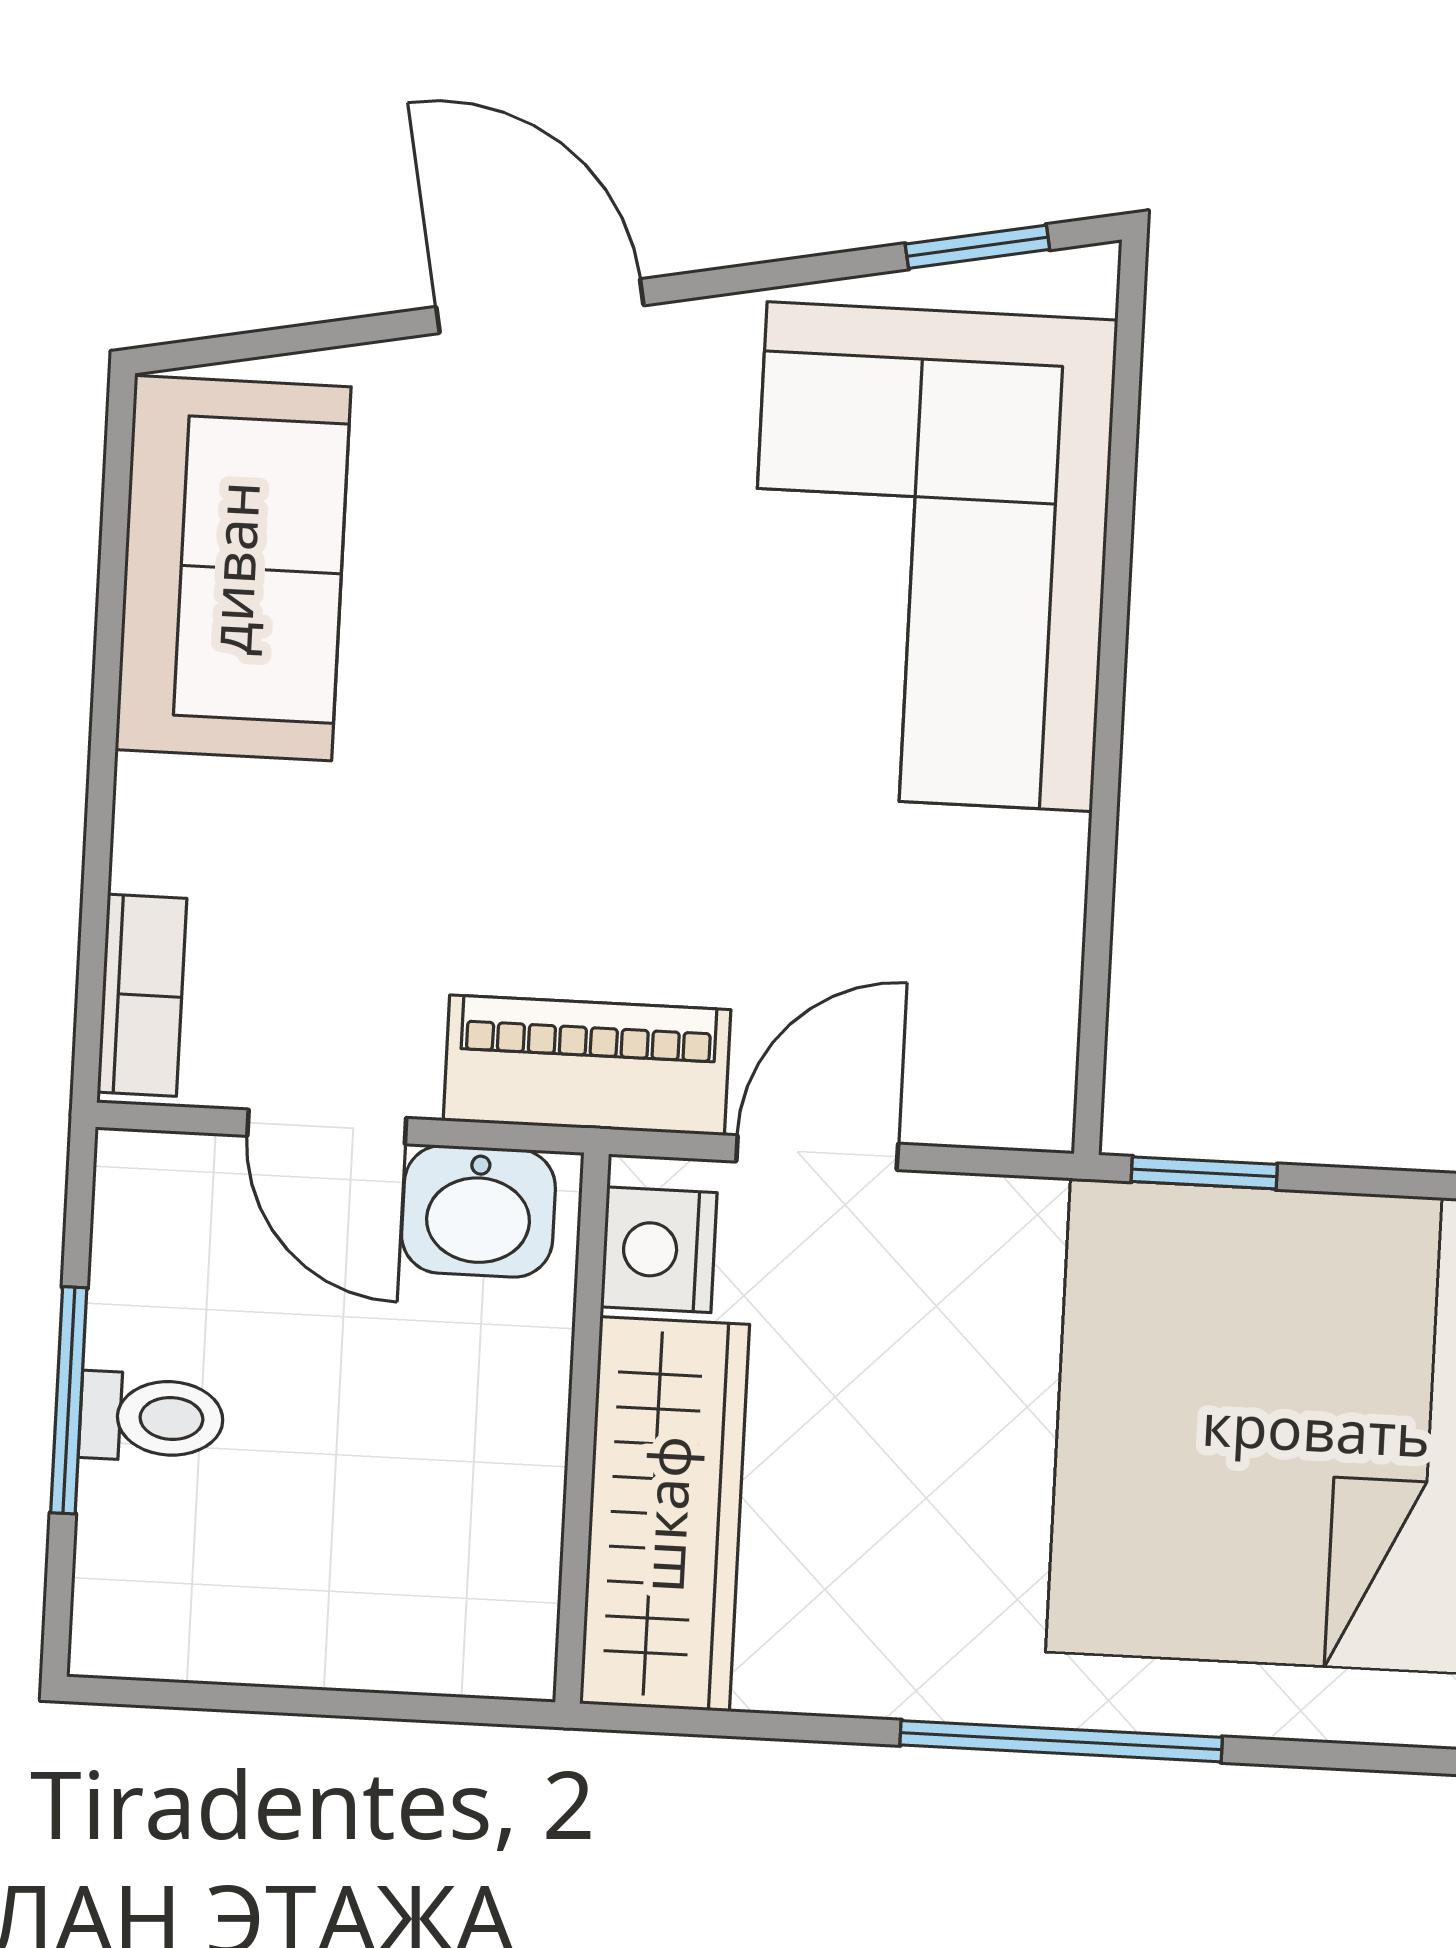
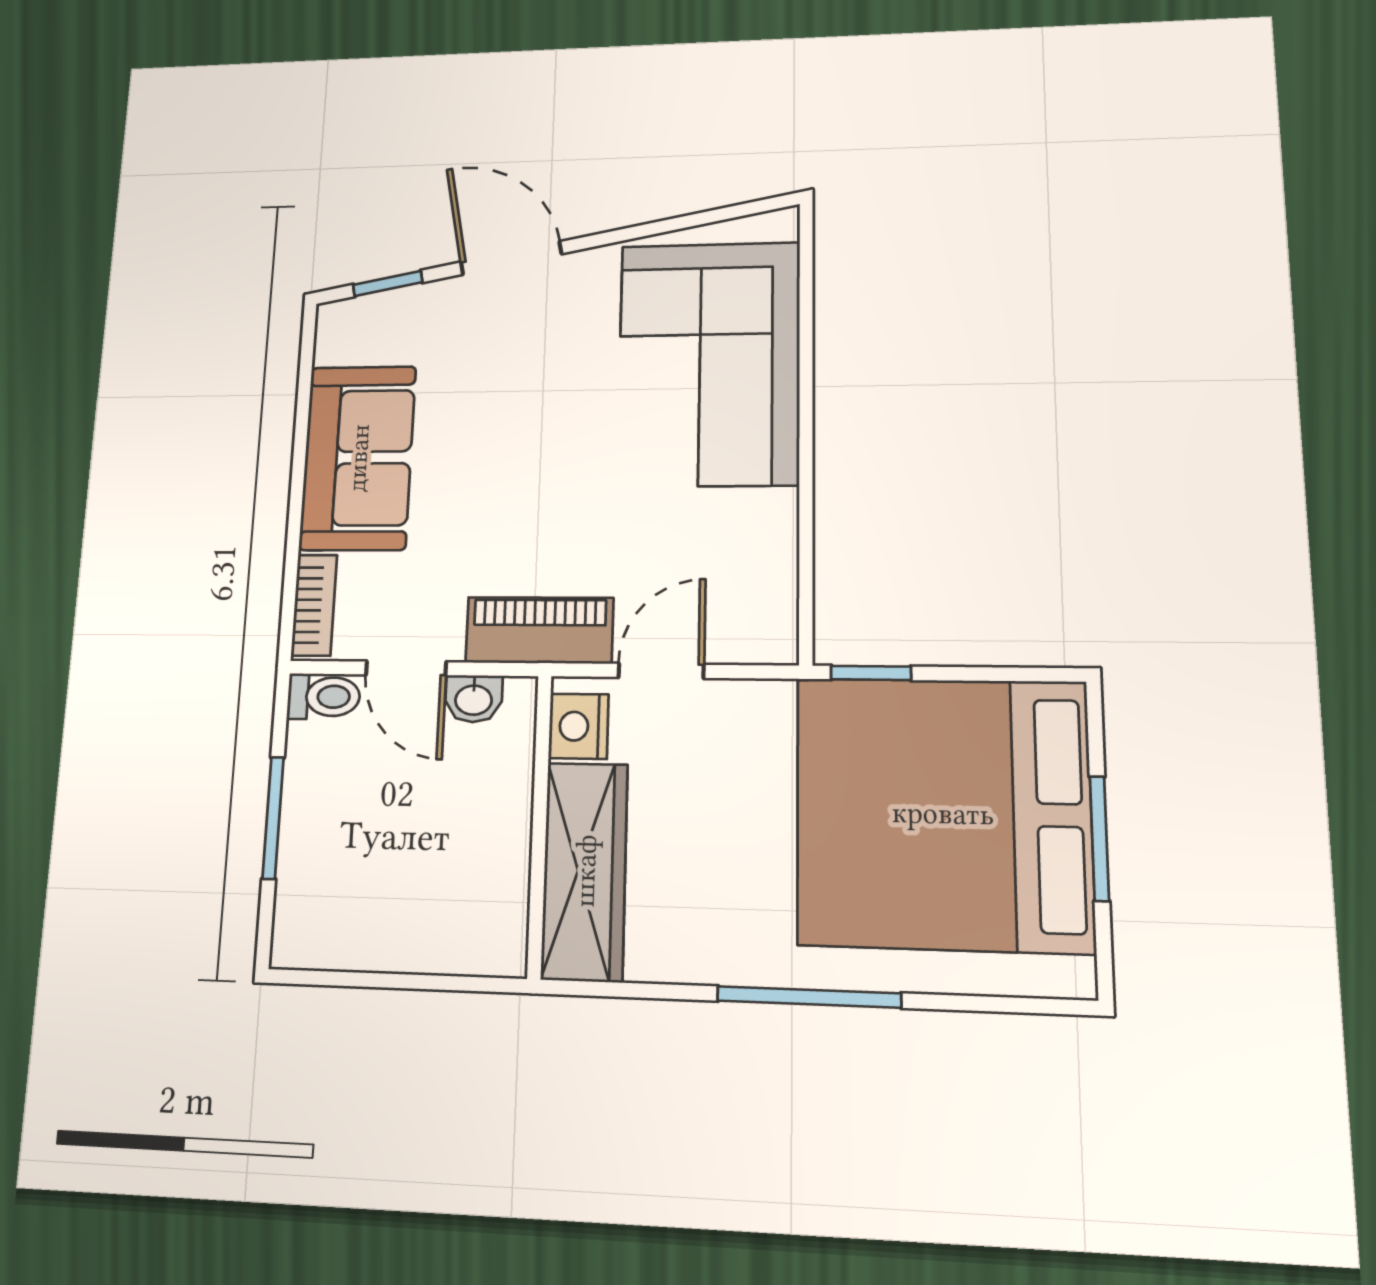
window: (977, 247) -> (388, 284), moved
sofa: (233, 568) -> (358, 458), moved
washbasin: (478, 1211) -> (474, 699), width x0.72, depth x0.69
toilet: (152, 1417) -> (324, 697), moved

